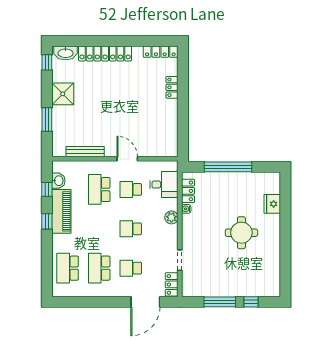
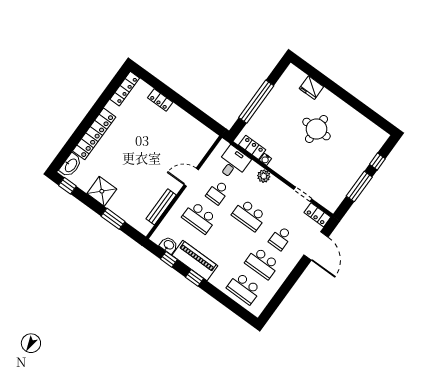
school desk: (131, 229) -> (249, 215), width x1.85

